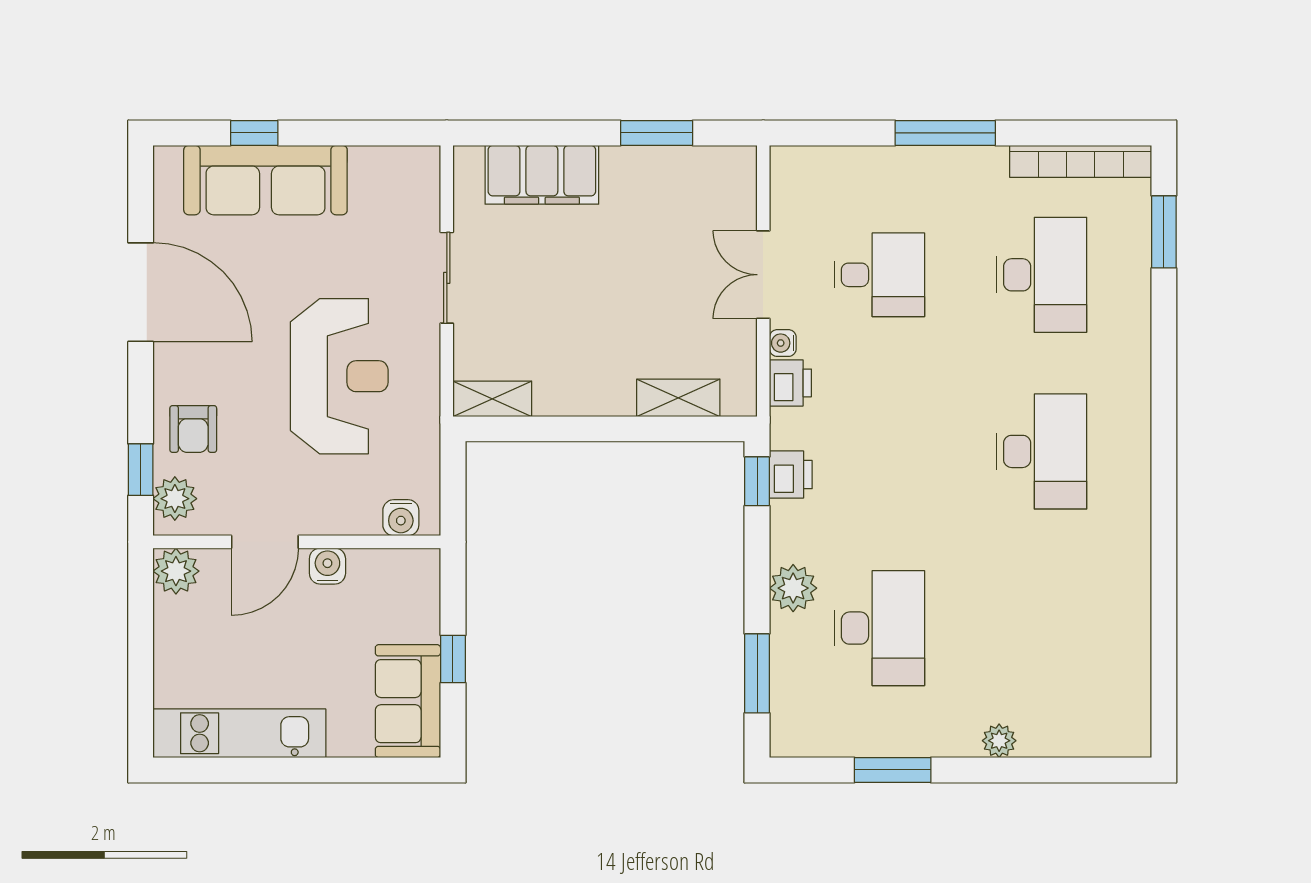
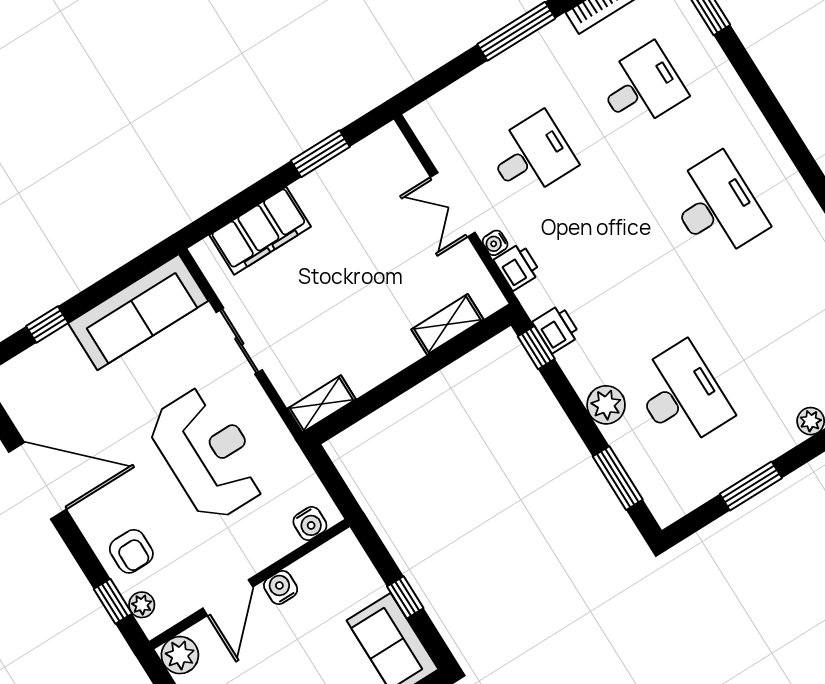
sofa: (265, 180) -> (138, 312), moved
desk: (1042, 275) -> (642, 87), width x0.73
plant: (175, 499) -> (142, 605), width x0.73, depth x0.73

